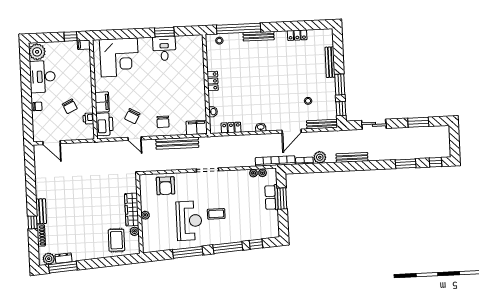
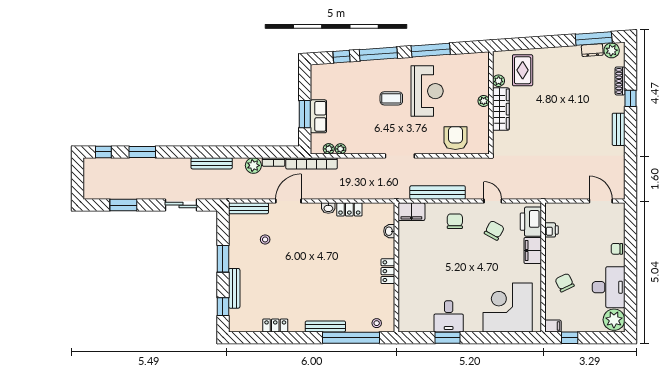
chair: (70, 106) -> (565, 283), moved
window: (341, 109) -> (223, 307), moved
locker: (231, 128) -> (349, 209), moved
bench: (41, 211) -> (619, 129), moved
reception desk: (189, 221) -> (427, 91), turned 180

